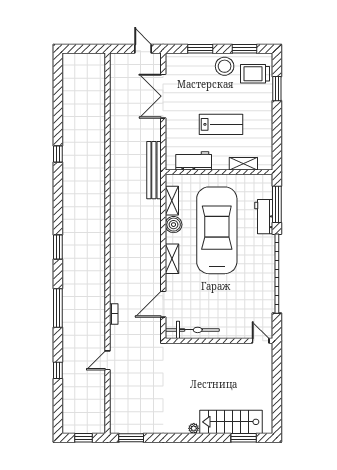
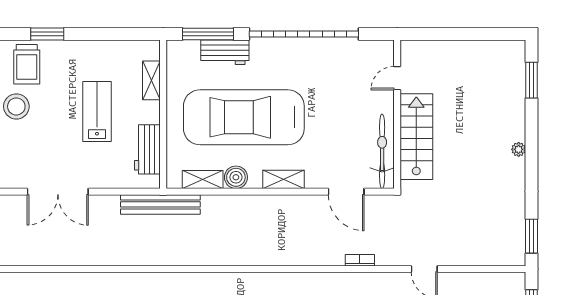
door: (261, 341) -> (397, 78), moved
stairs: (231, 422) -> (416, 137), moved, turned 180

